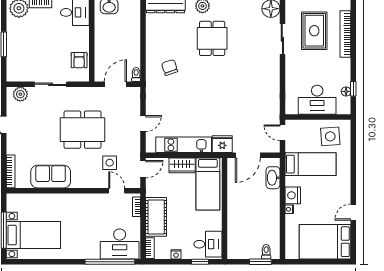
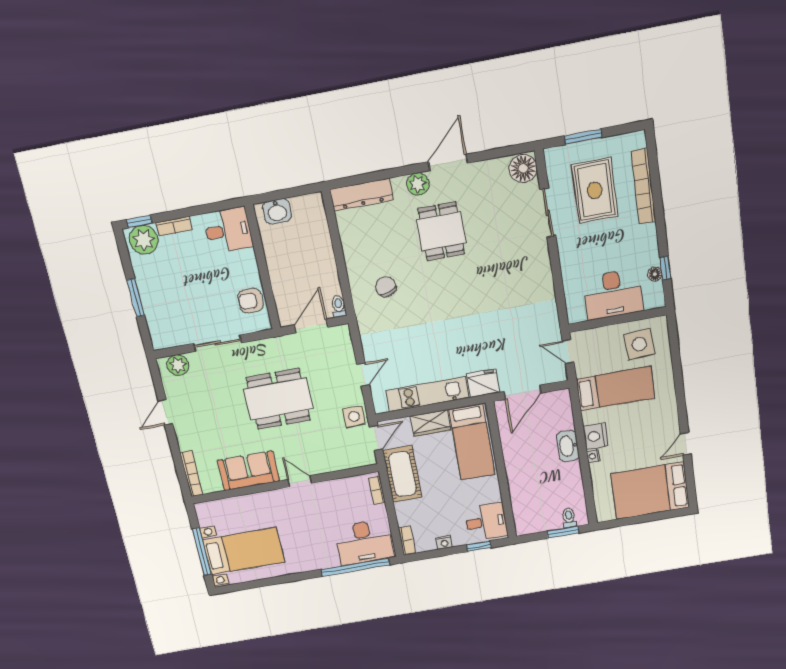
armchair: (79, 60) -> (251, 301), turned 90
side table: (110, 163) -> (354, 416), moved
washbasin: (273, 178) -> (568, 446), moved
door: (117, 191) -> (300, 481), moved
cot: (156, 217) -> (402, 474), moved

